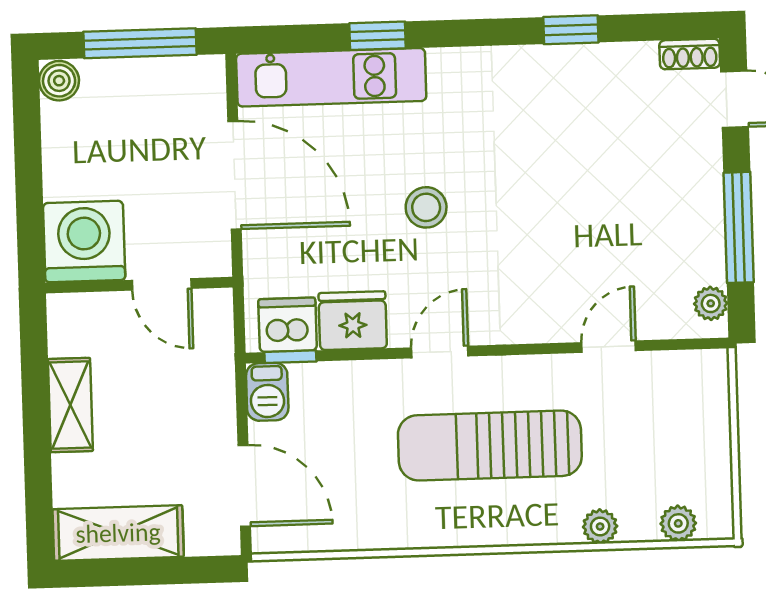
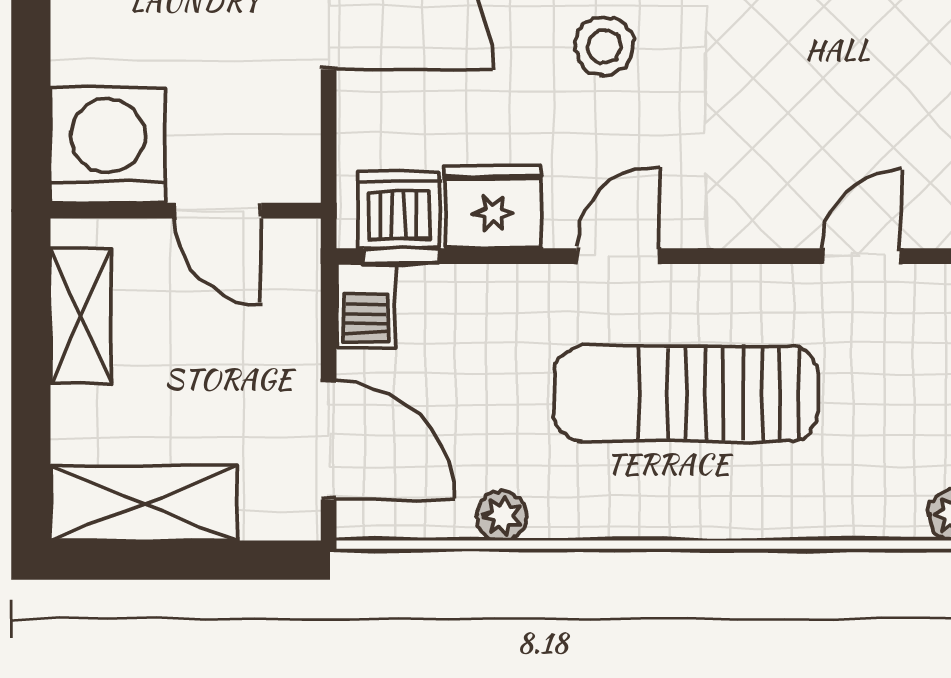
washing machine: (84, 242) -> (108, 145), moved
door: (162, 284) -> (218, 211), moved
wall: (139, 285) -> (186, 211), moved
plant: (600, 526) -> (502, 516), moved

